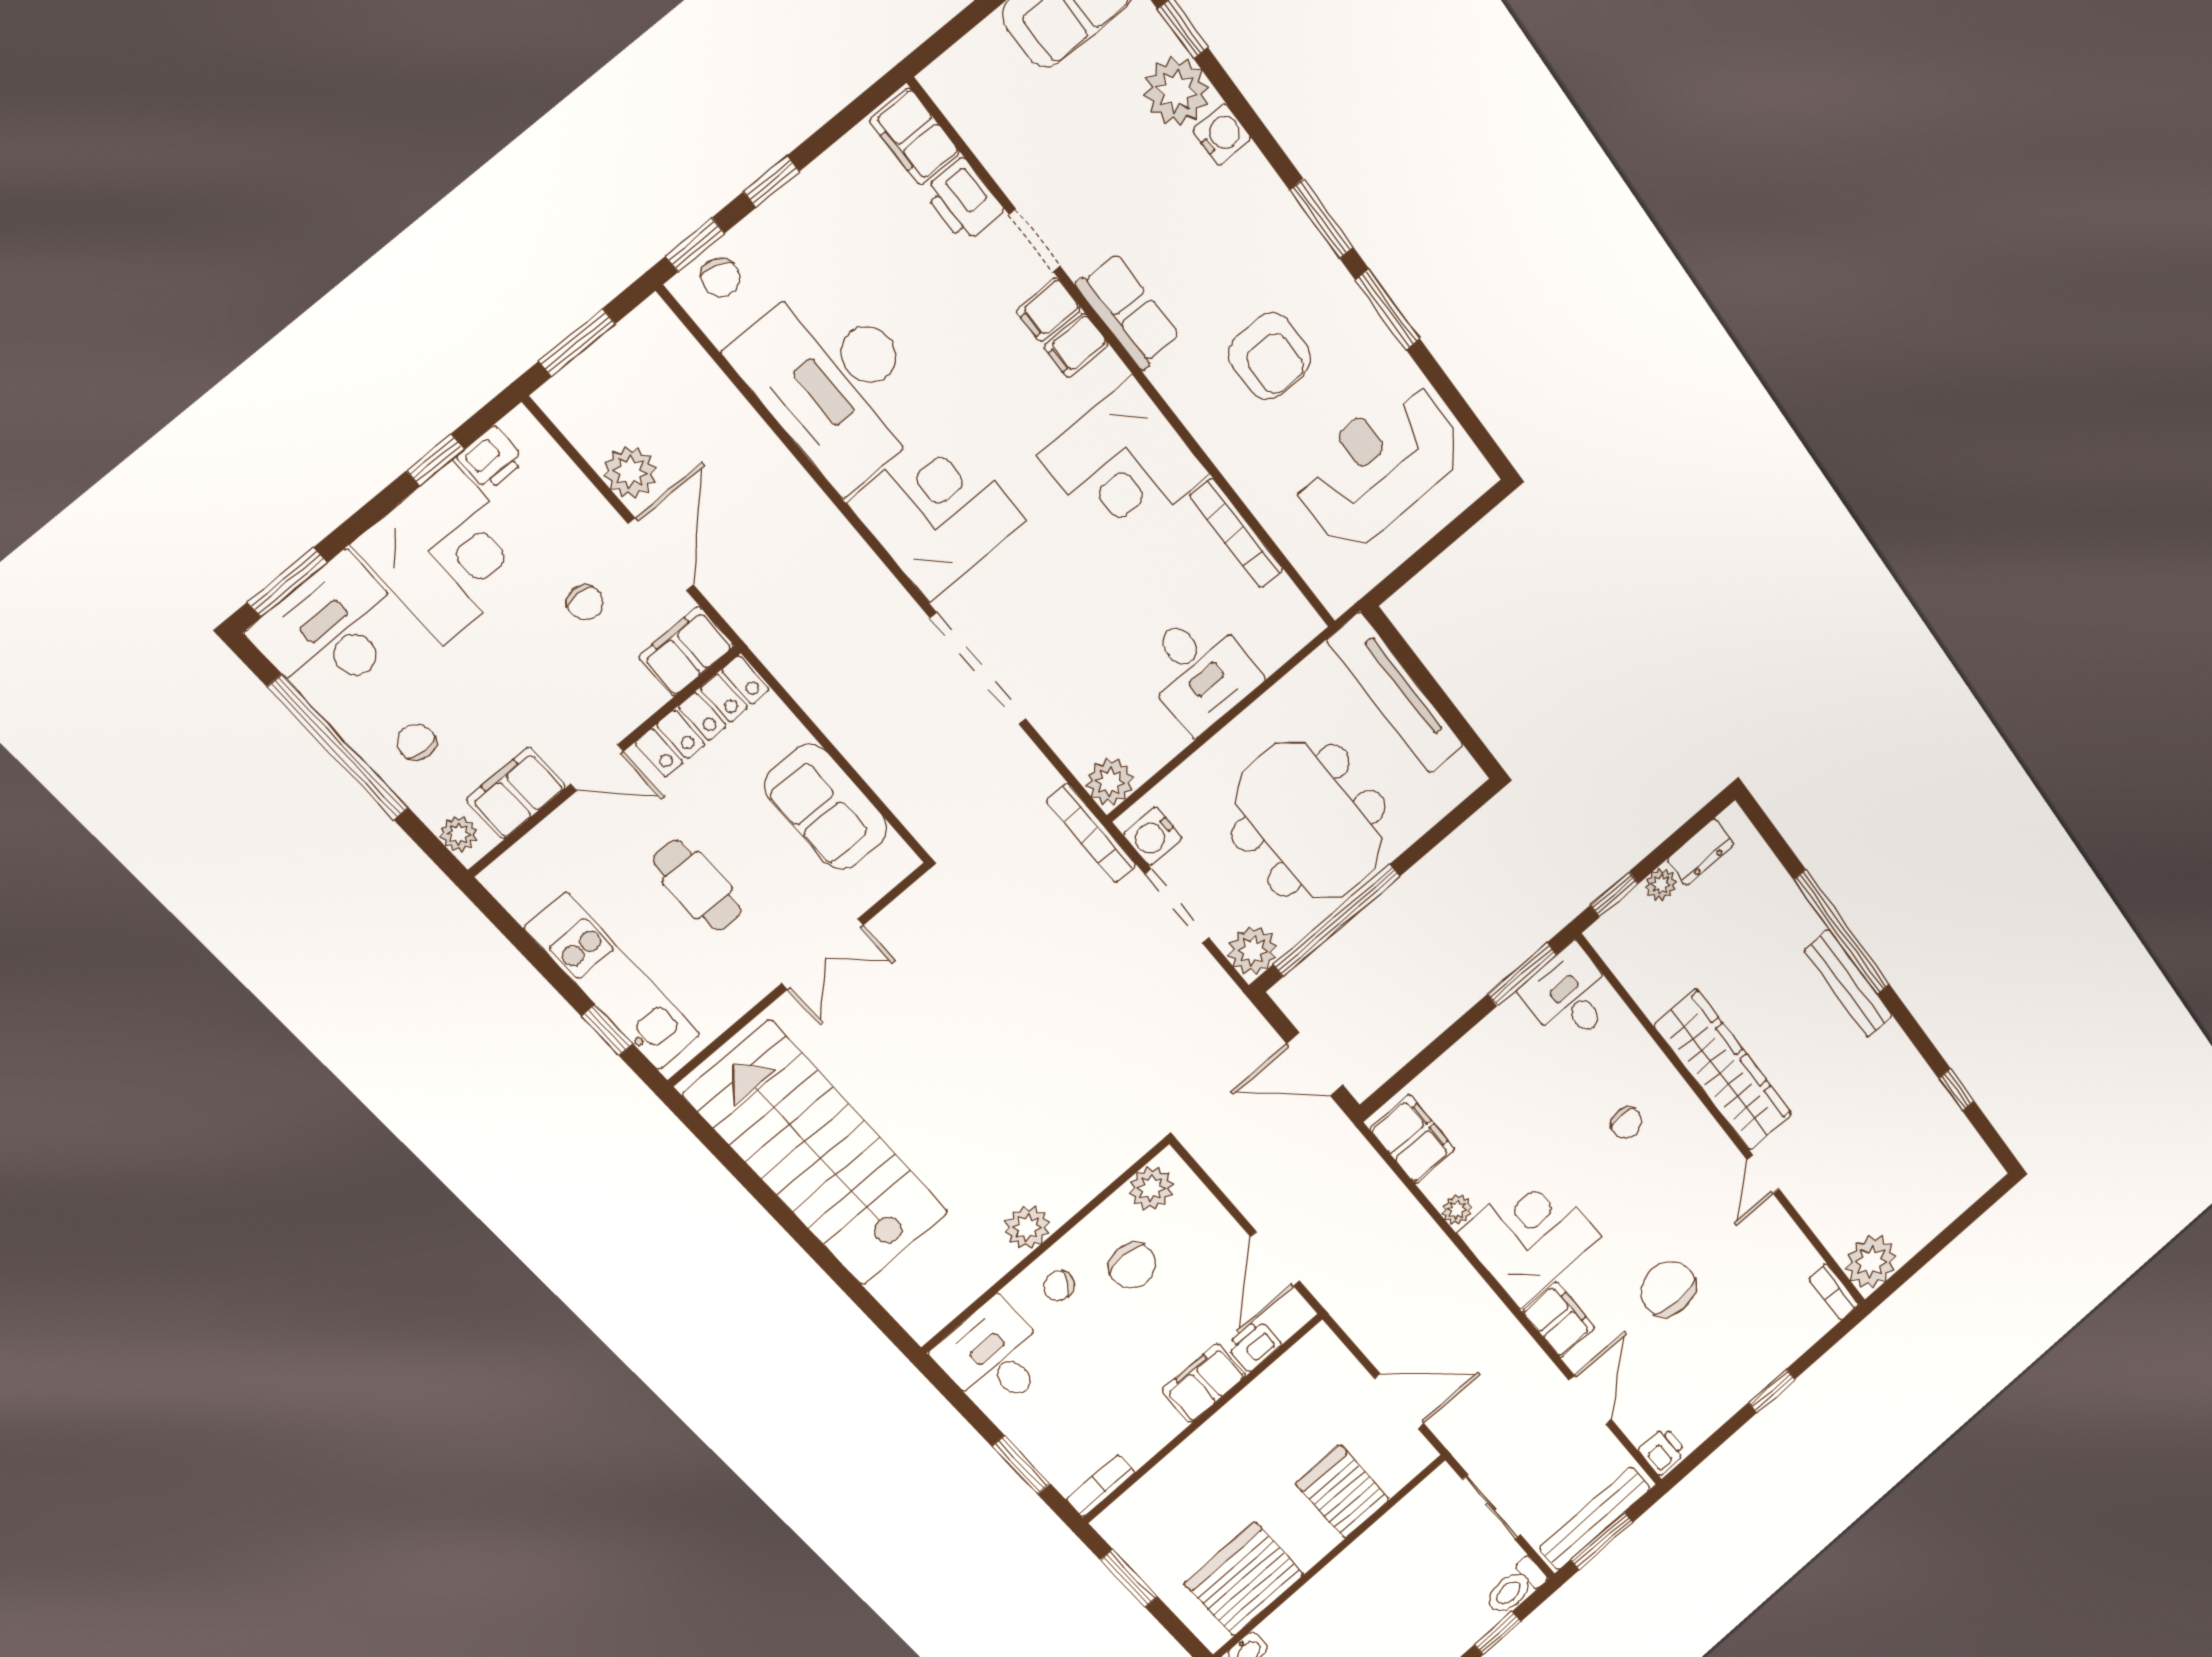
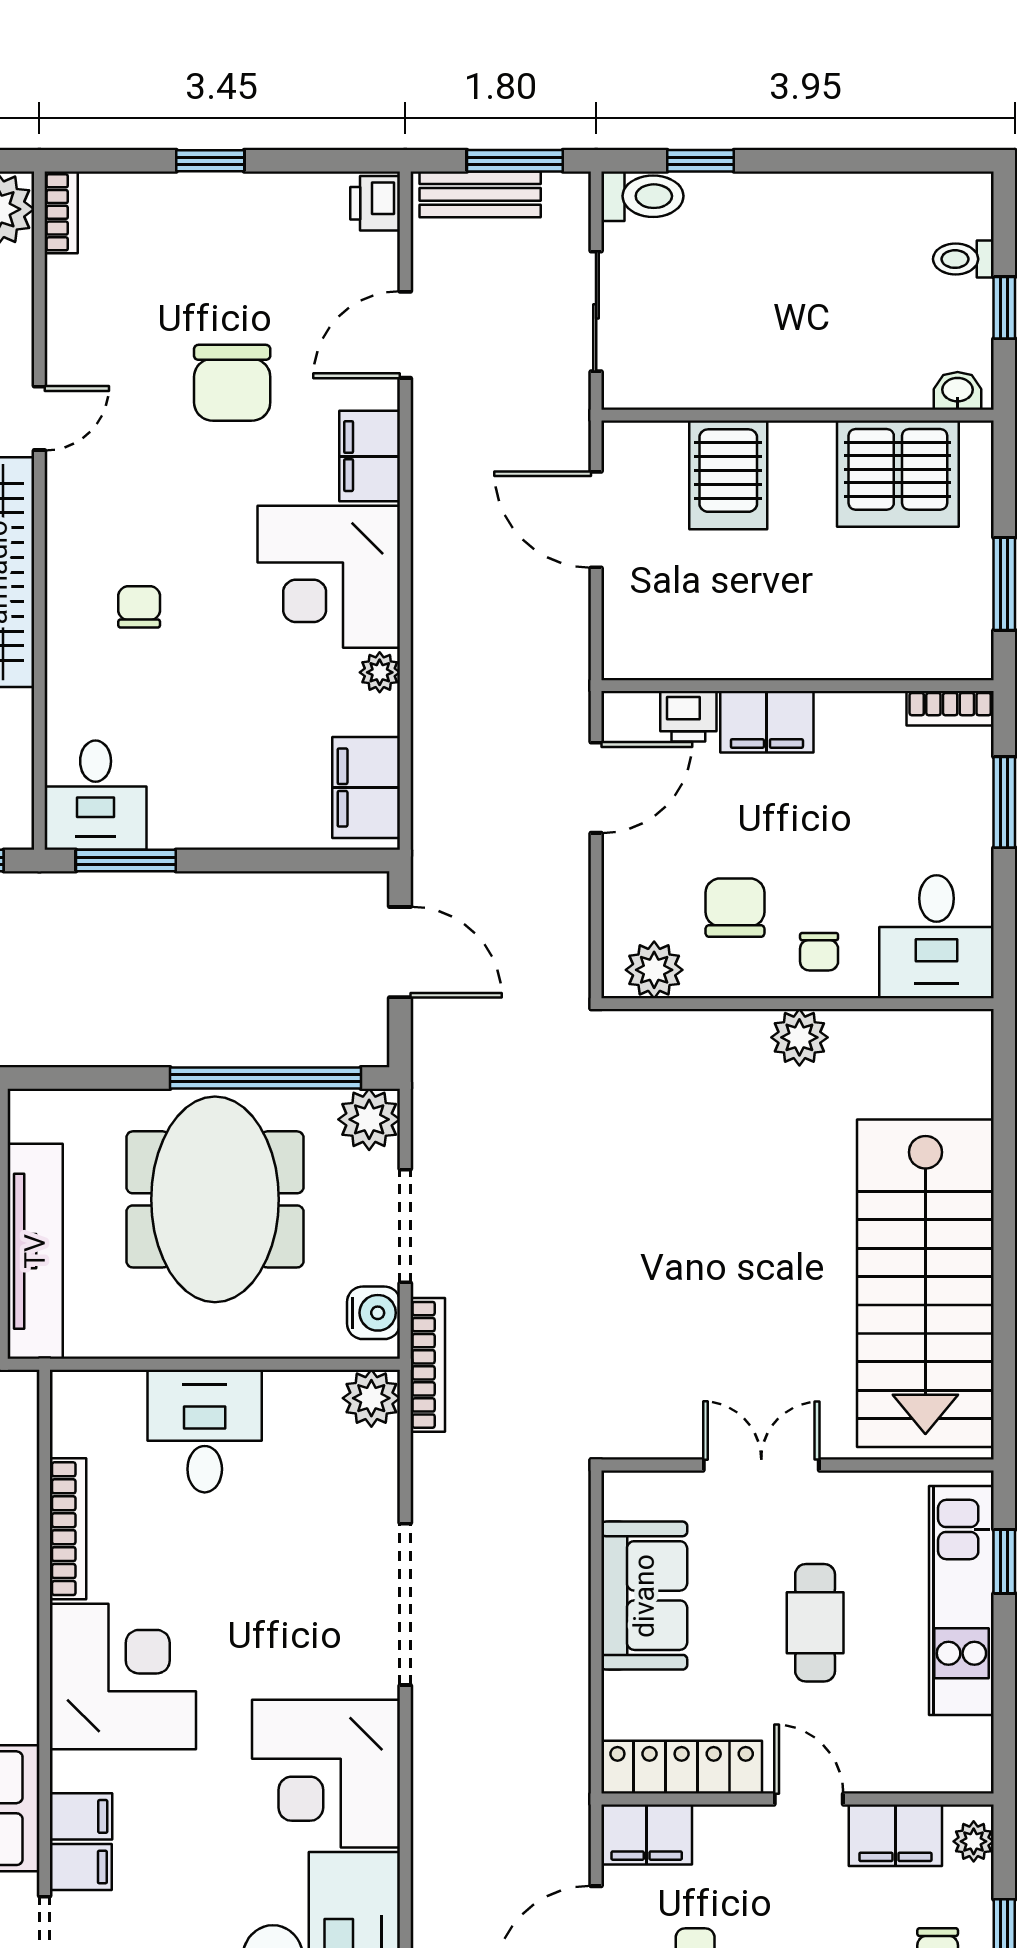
chair: (1059, 1286) -> (819, 952), turned 64
bench: (1595, 1518) -> (480, 194), width x0.73

